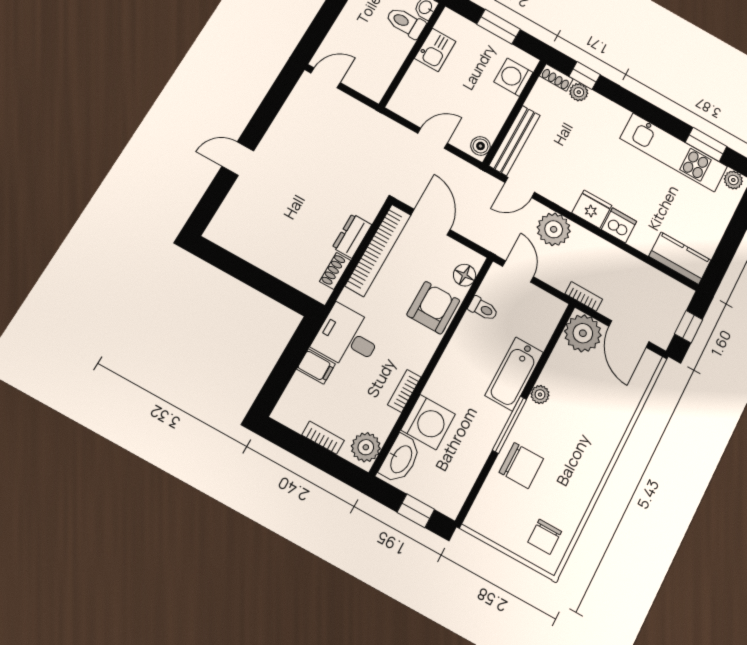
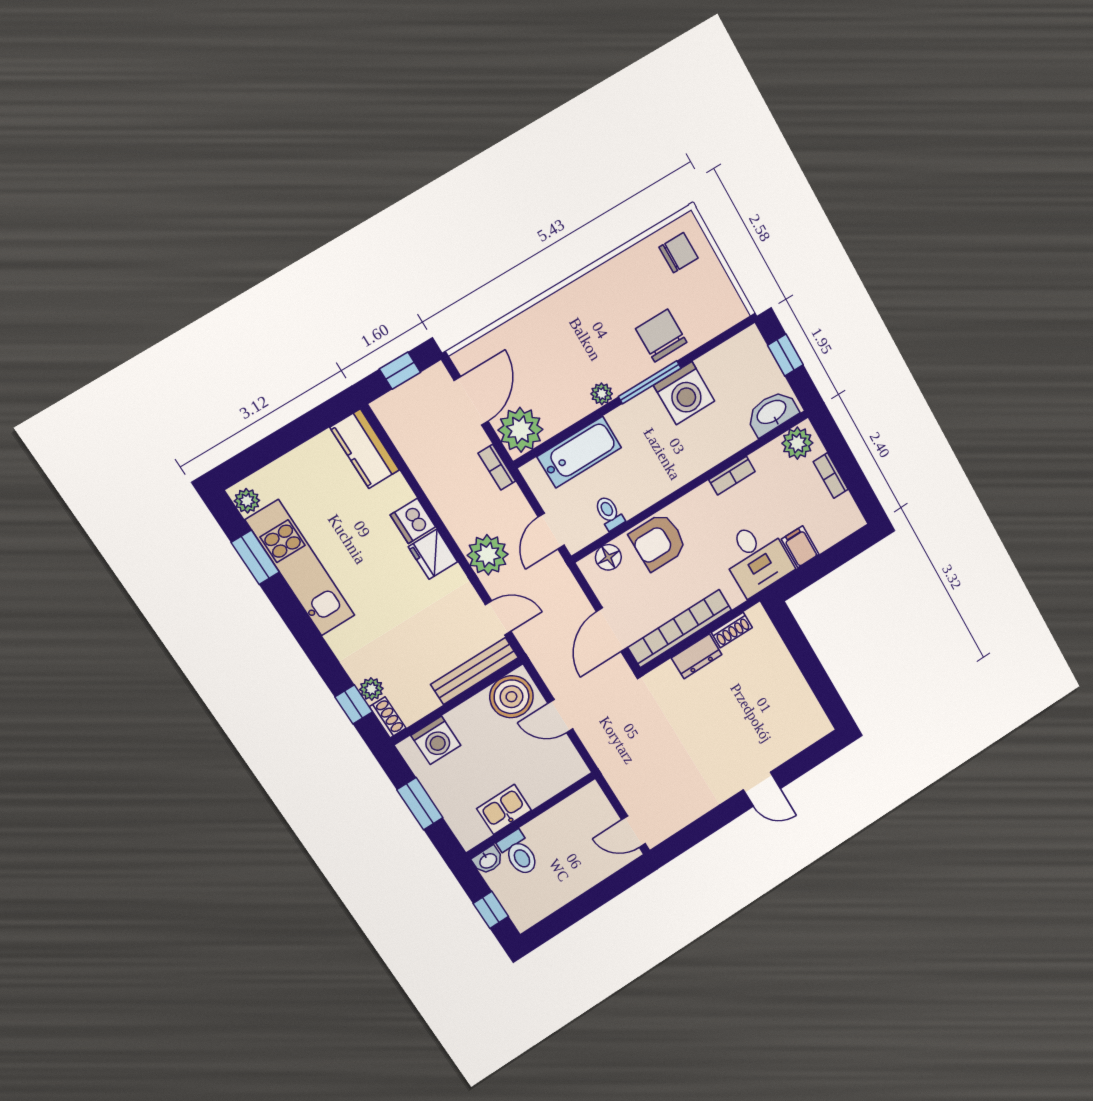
boiler: (480, 146) -> (511, 697), width x1.86, depth x1.86
bathtub: (514, 374) -> (579, 452), moved
washing machine: (428, 422) -> (684, 393), moved, turned 180

